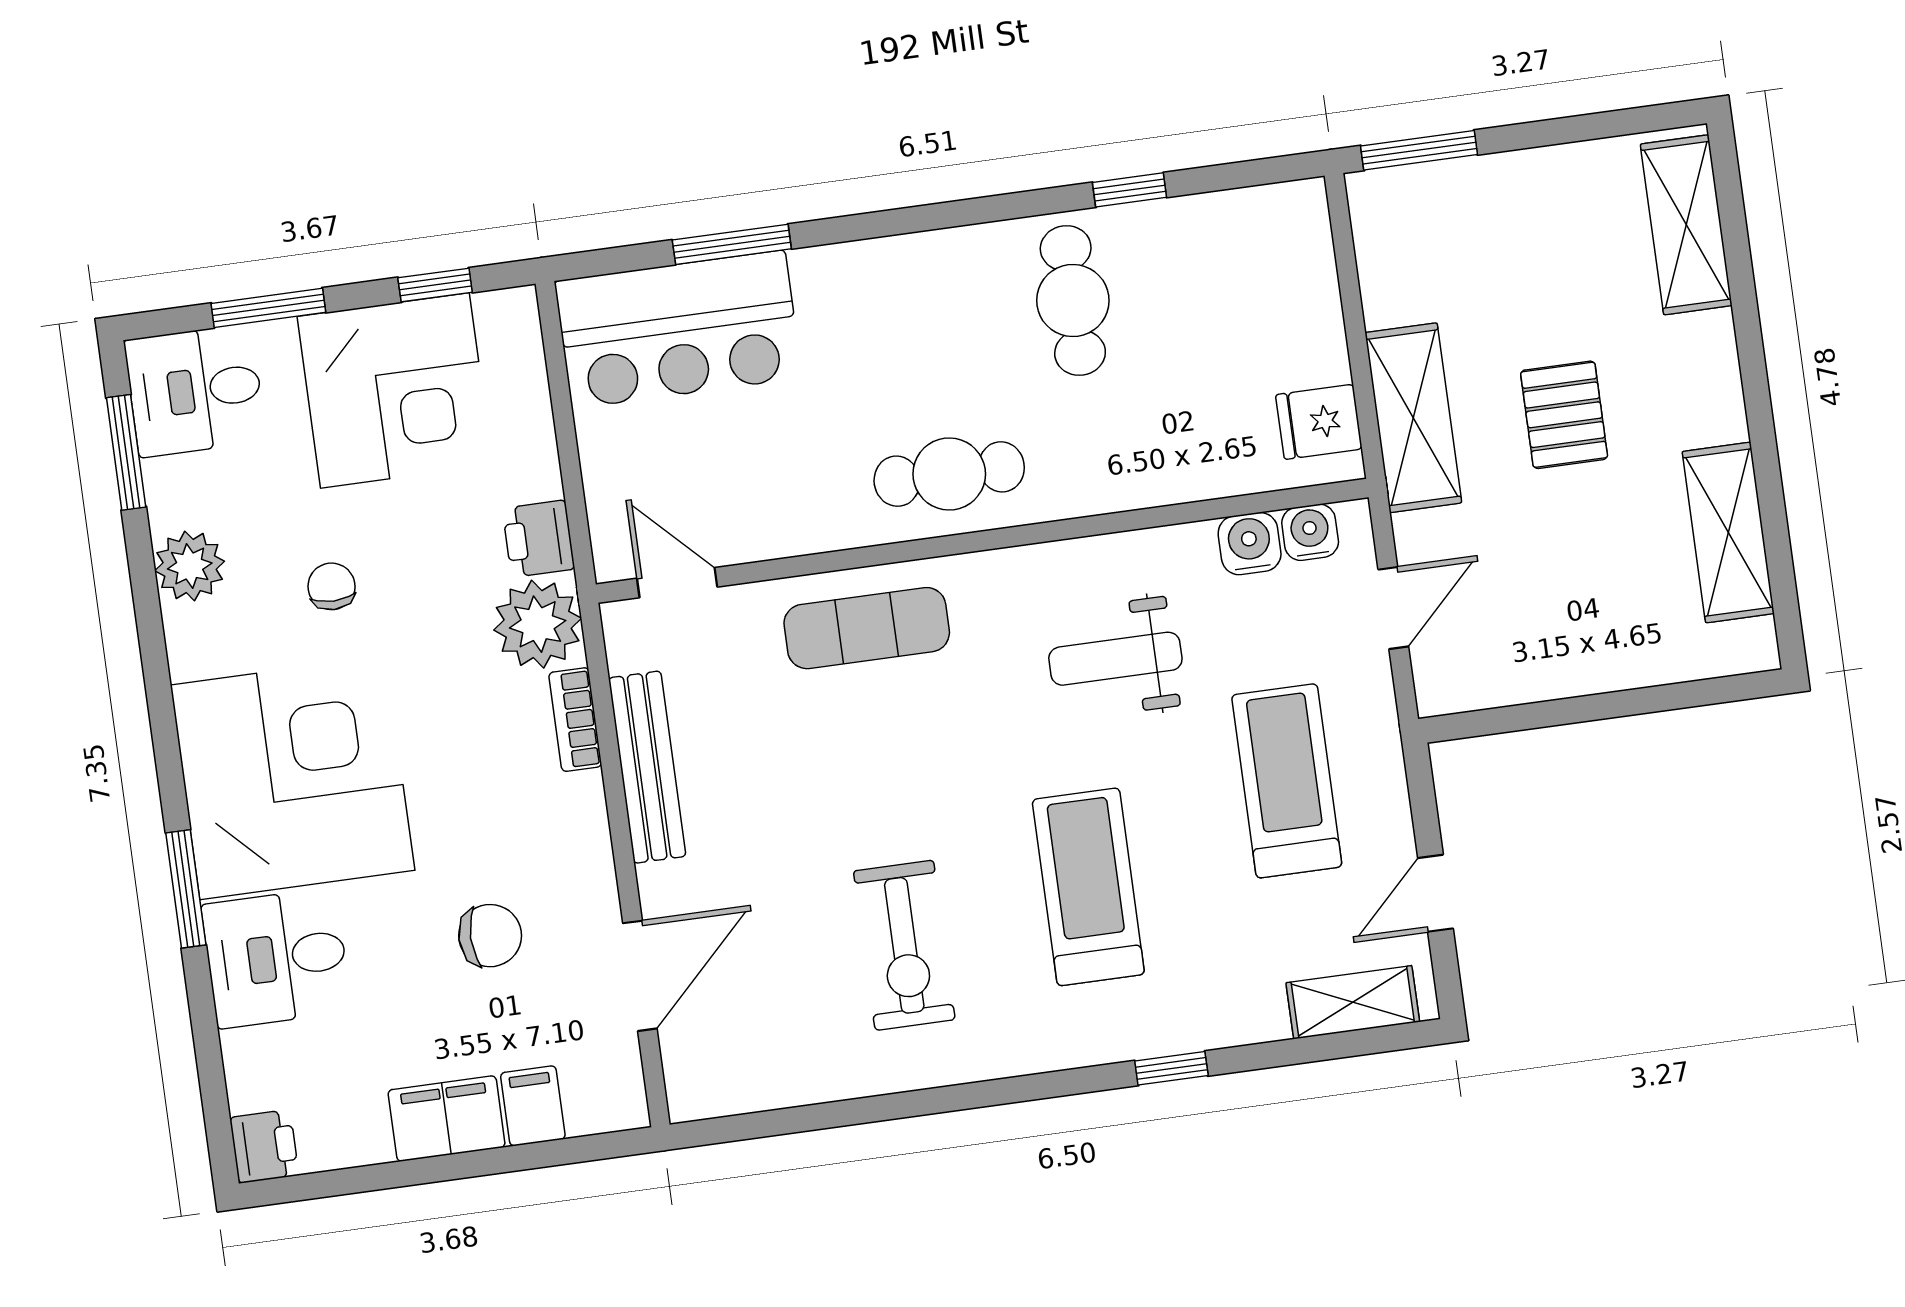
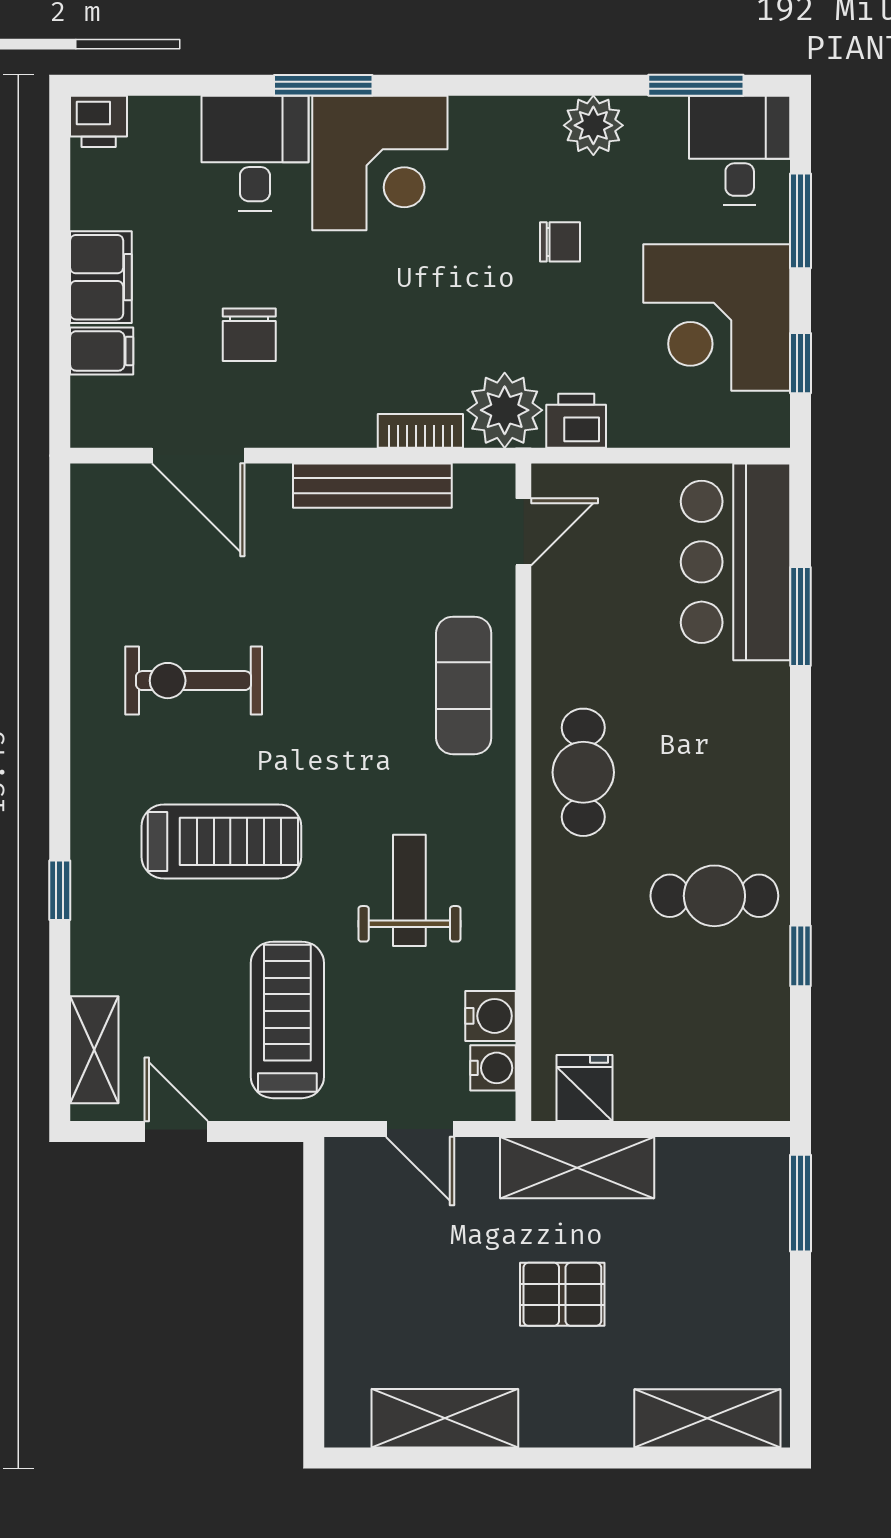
corner desk: (293, 778) -> (380, 163), width x0.74, depth x0.74
treadmill: (1287, 781) -> (287, 1020), turned -90

